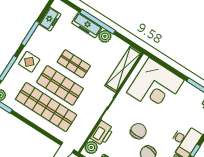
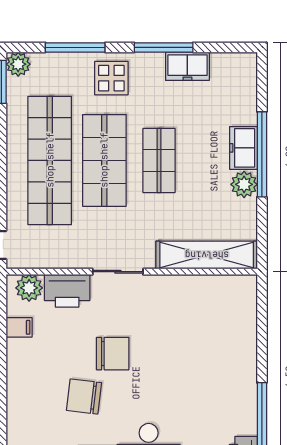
freezer: (50, 19) -> (187, 66), moved
freezer: (87, 25) -> (243, 148), width x0.71
corner desk: (155, 86) -> (213, 332), removed

